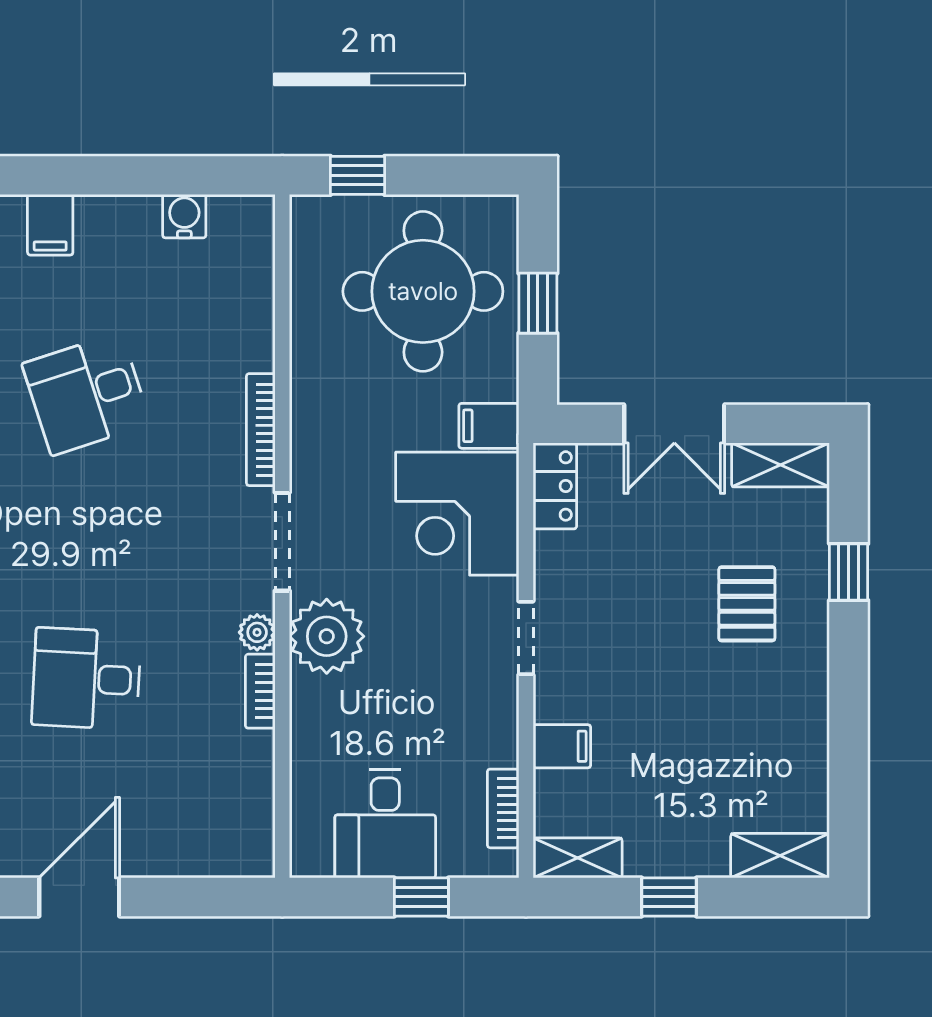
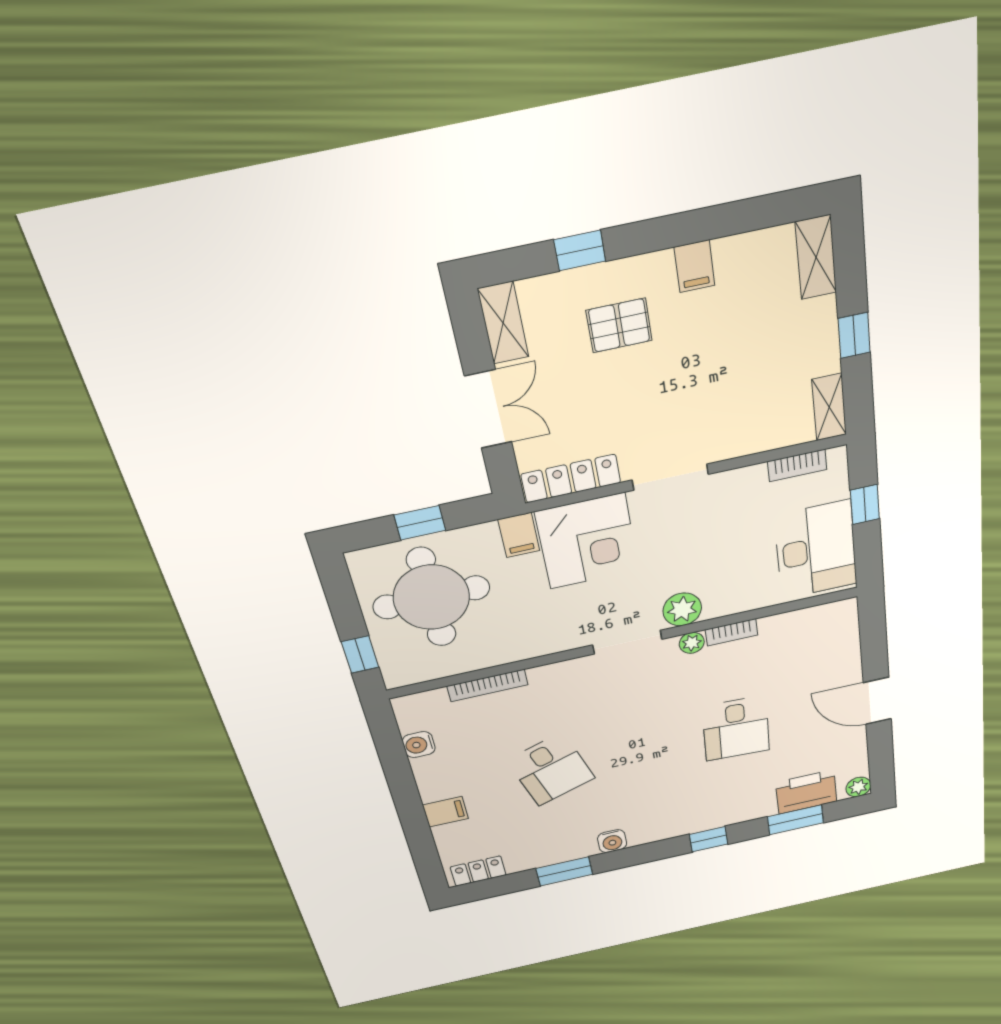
bookcase: (261, 430) -> (488, 685), moved
locker: (555, 486) -> (571, 478), width x1.53
plant: (327, 636) -> (682, 609), width x0.73, depth x0.73
doorway: (526, 638) -> (670, 477), width x1.38
filing cabinet: (562, 746) -> (695, 266), moved, turned 180
desk: (385, 824) -> (816, 550), width x1.37

